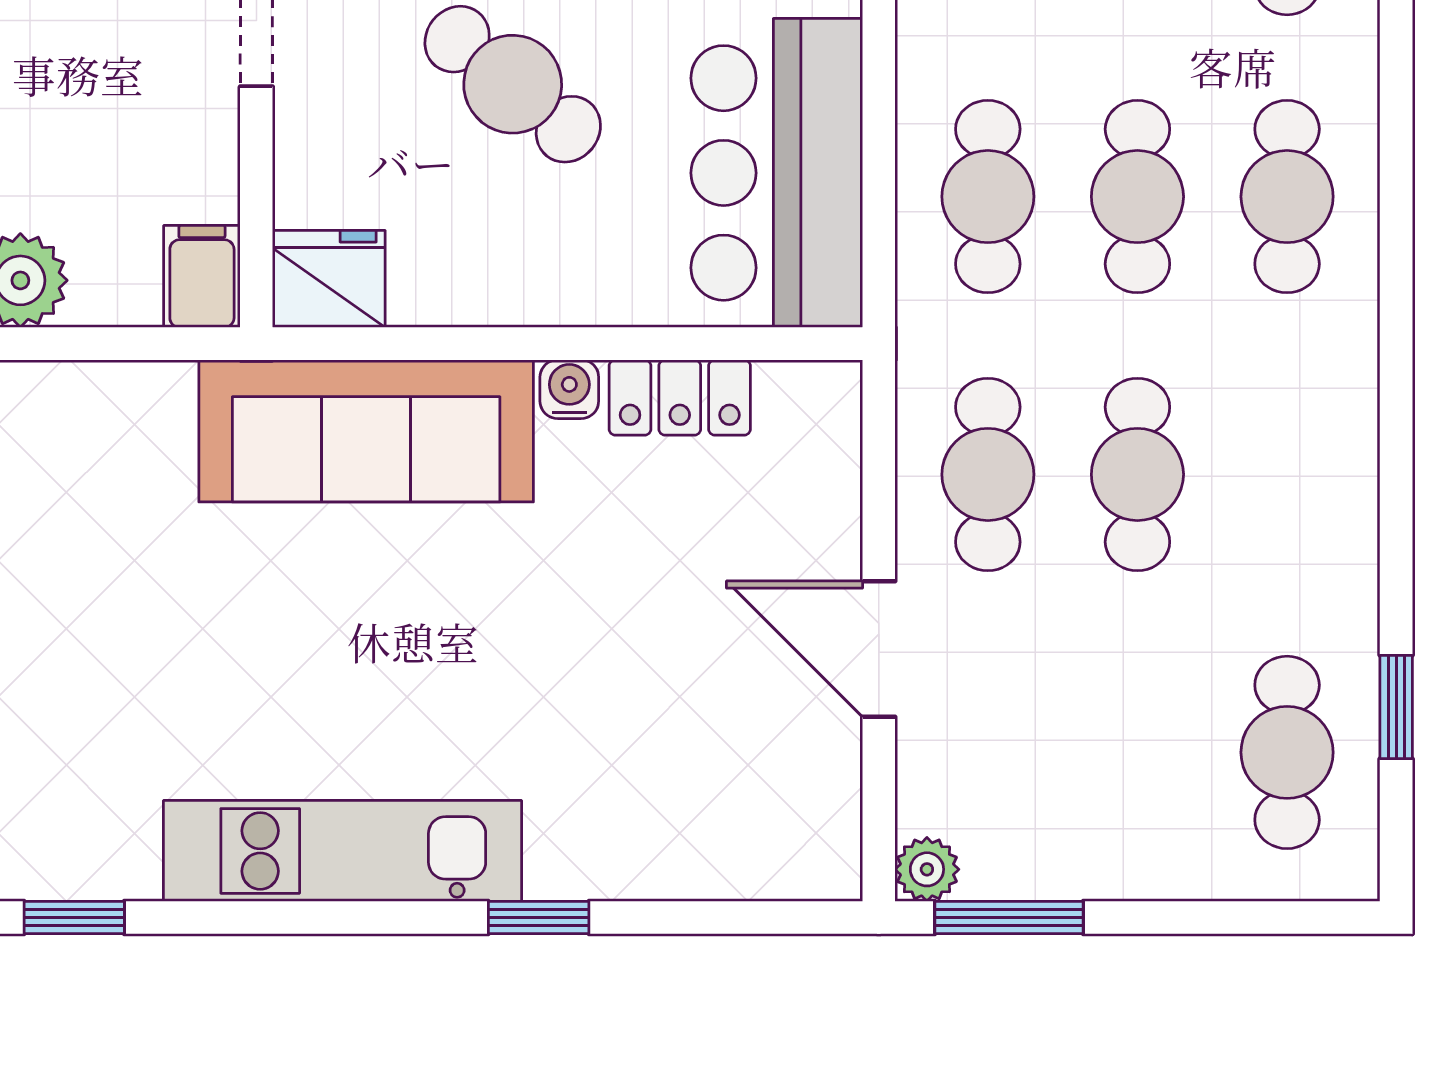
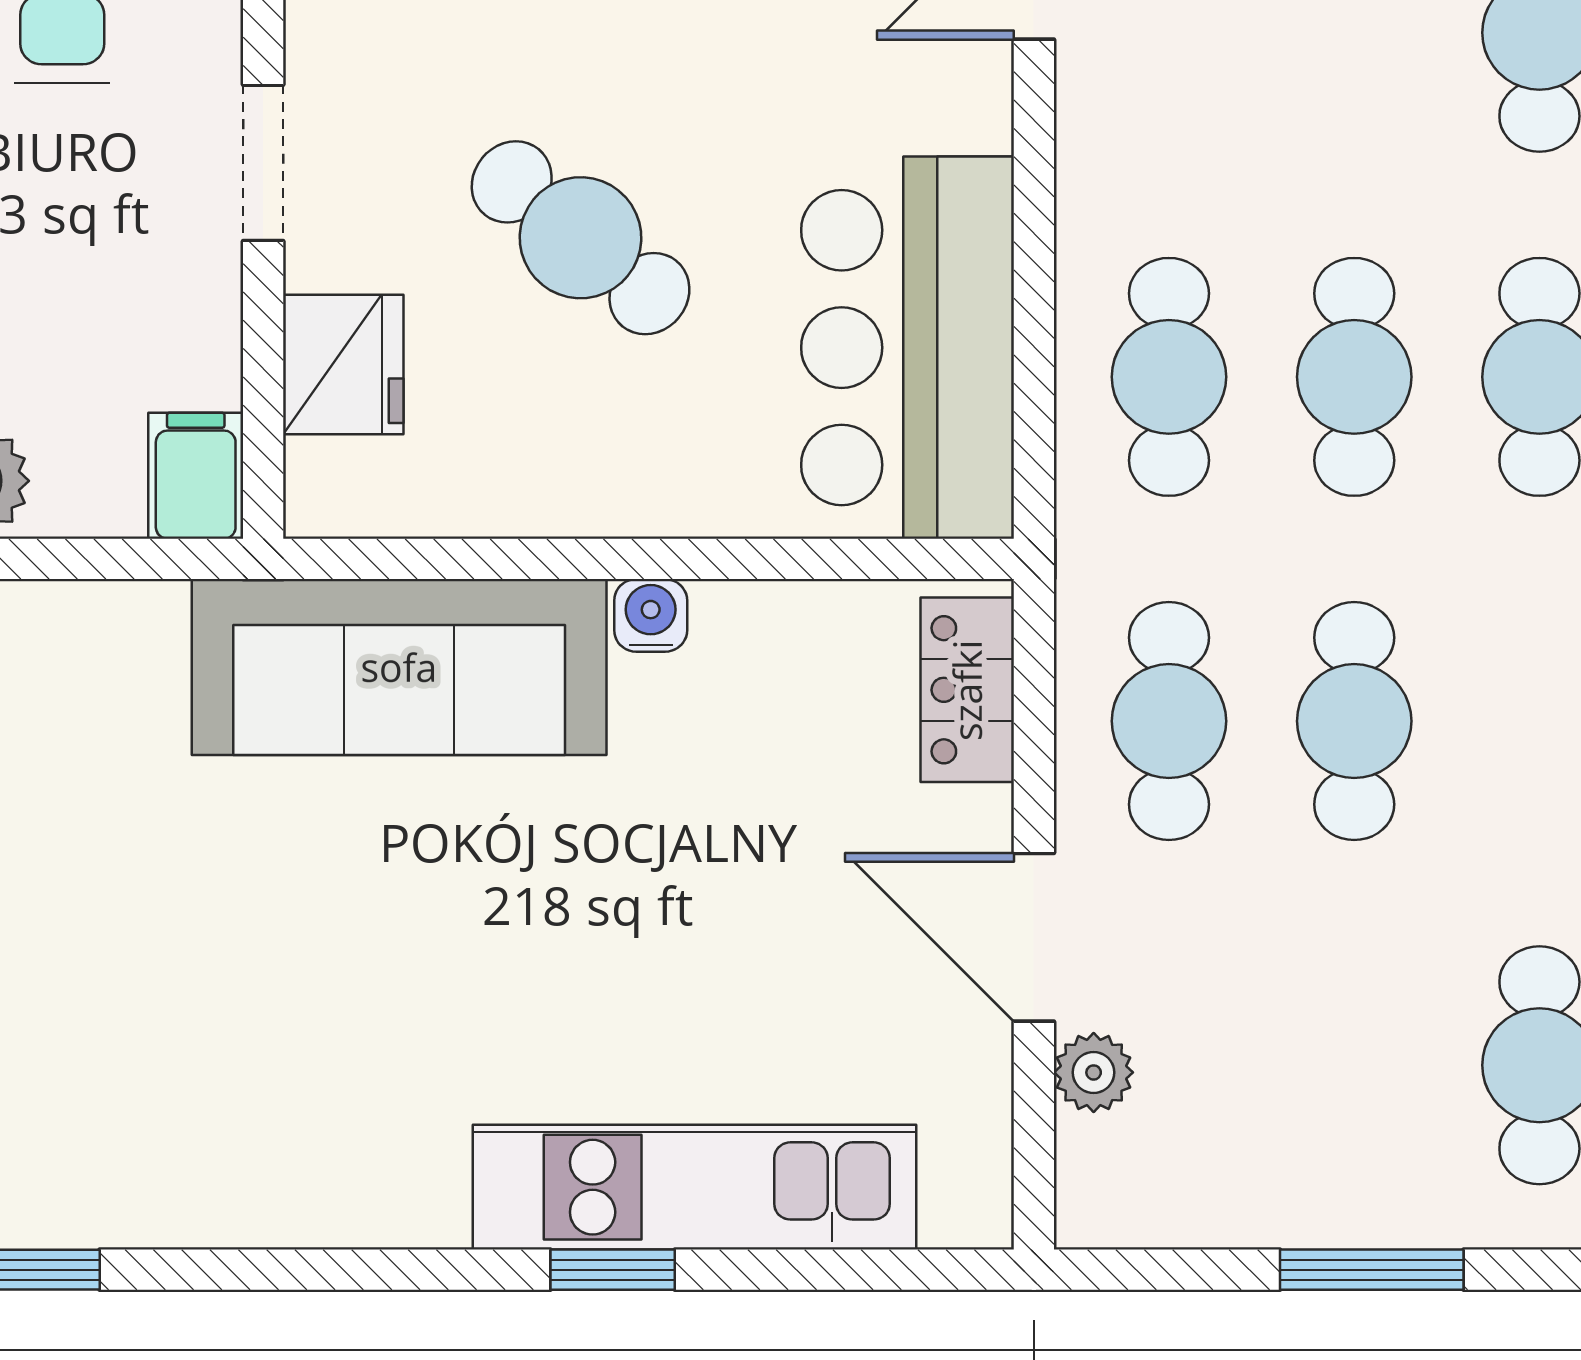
fridge: (329, 279) -> (343, 365), moved, turned 90
locker: (680, 397) -> (967, 690), moved, turned 90
kitchen unit: (343, 851) -> (695, 1187), moved
plant: (927, 869) -> (1094, 1072), moved
window: (1009, 918) -> (1372, 1270), moved

